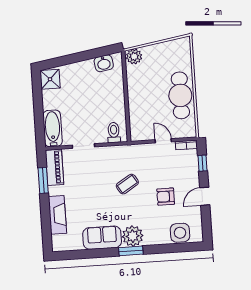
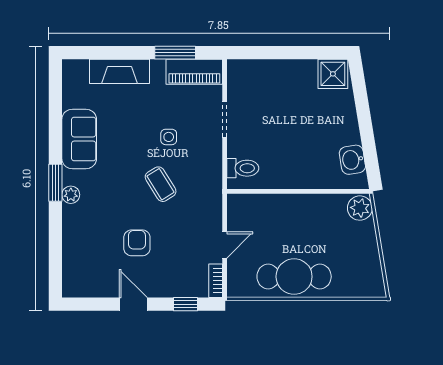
bathtub: (53, 128) -> (256, 73), removed
side table: (180, 233) -> (169, 137), moved, width x0.54, depth x0.54
plant: (133, 236) -> (71, 195), width x0.53, depth x0.53

